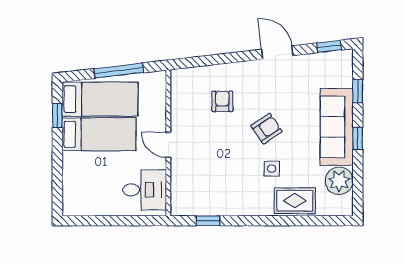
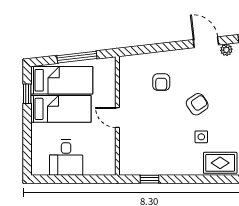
plant: (302, 62) -> (226, 50), added
armchair: (222, 101) -> (161, 82), turned 180
desk: (145, 190) -> (66, 158), moved, turned 90

